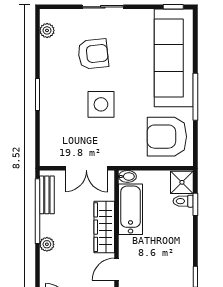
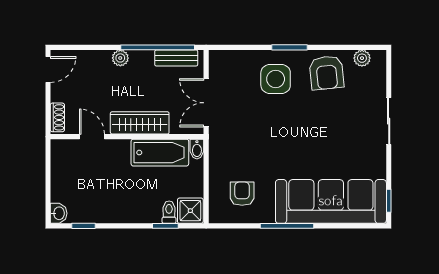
armchair: (93, 54) -> (327, 73), moved
side table: (101, 104) -> (276, 79), moved
armchair: (167, 137) -> (242, 194), width x0.53, depth x0.53

